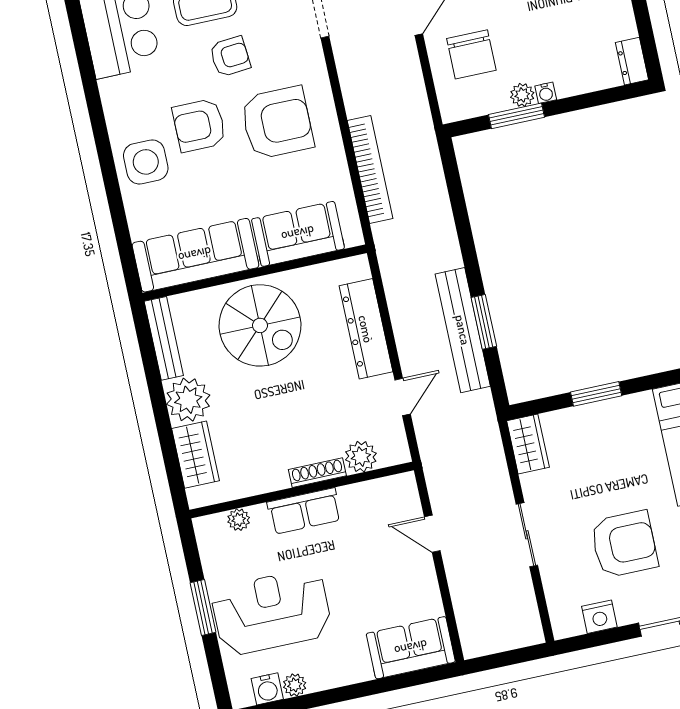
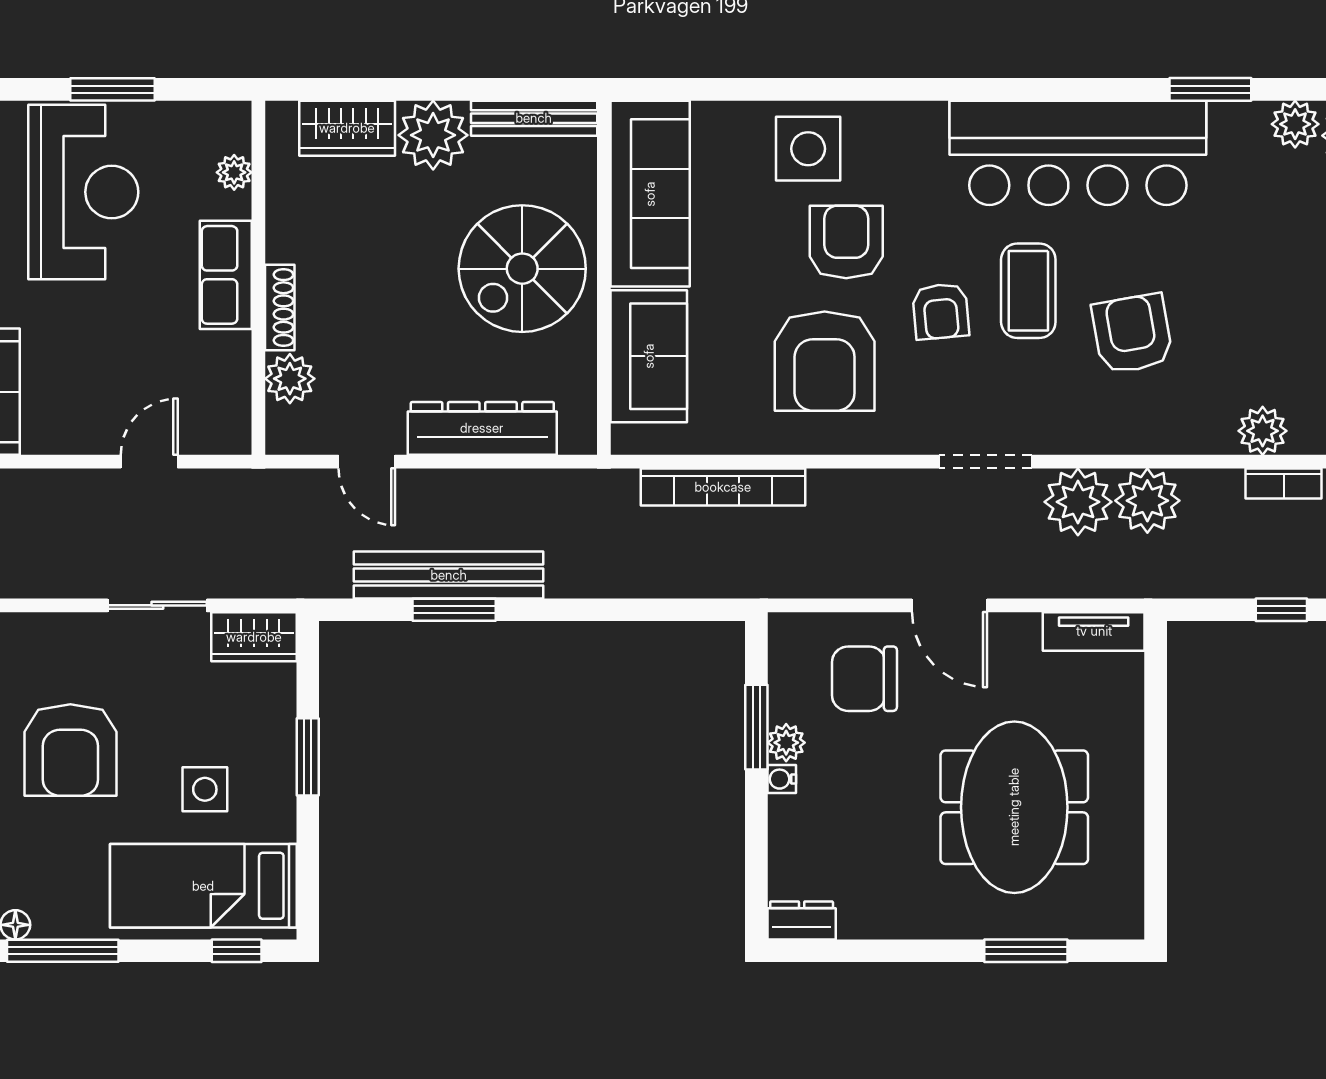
side table: (631, 454) -> (205, 789), added
sliding door: (527, 535) -> (157, 605), moved

